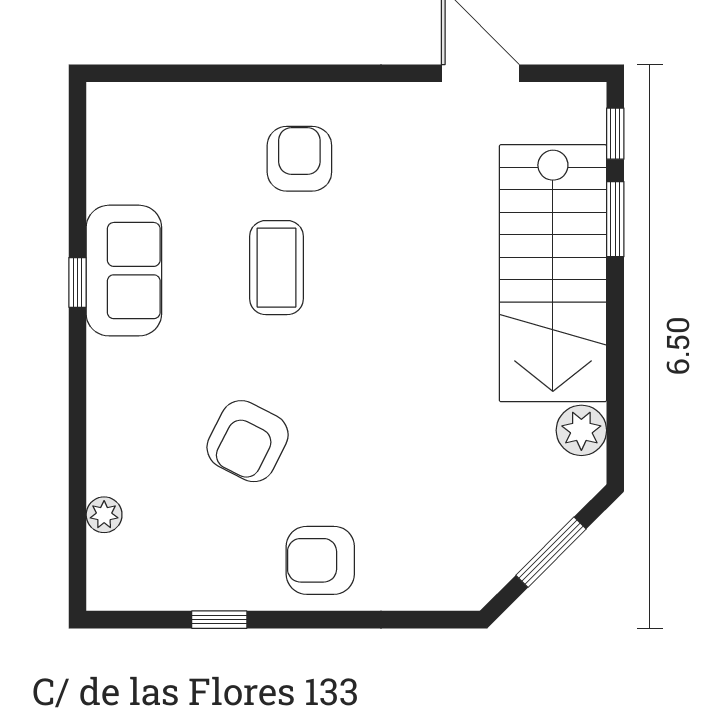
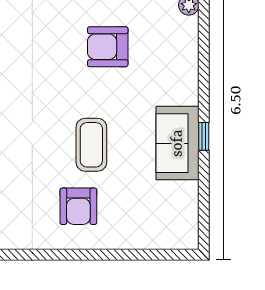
armchair: (248, 441) -> (108, 47), turned -117

